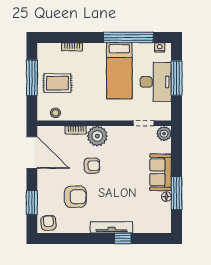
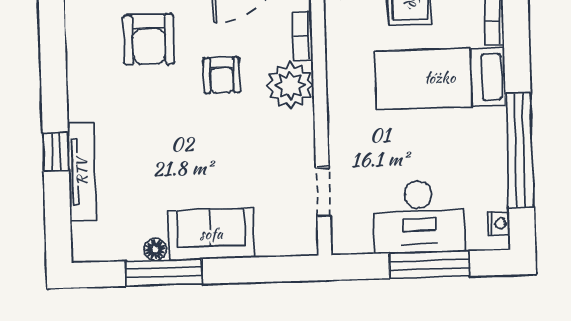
bed: (119, 71) -> (440, 78), moved
plant: (164, 134) -> (300, 239), removed
tv unit: (111, 227) -> (82, 172), moved

